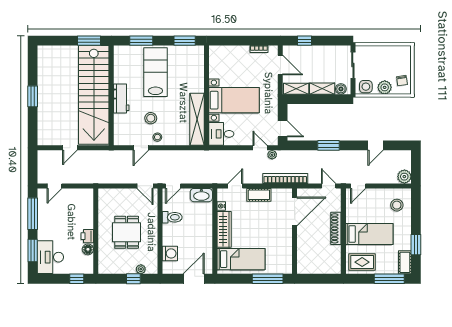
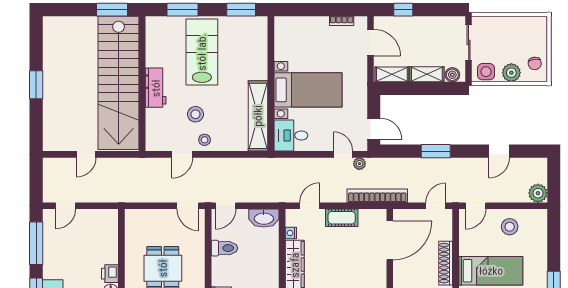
door: (329, 186) -> (436, 206), hinge flipped
stool: (397, 205) -> (510, 227), moved

